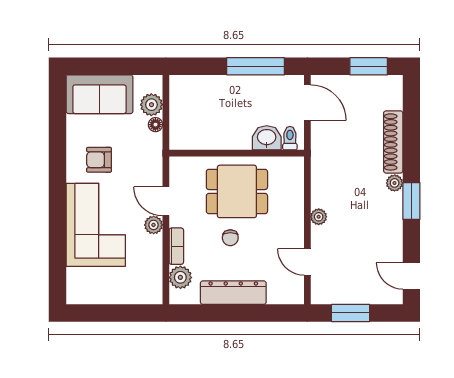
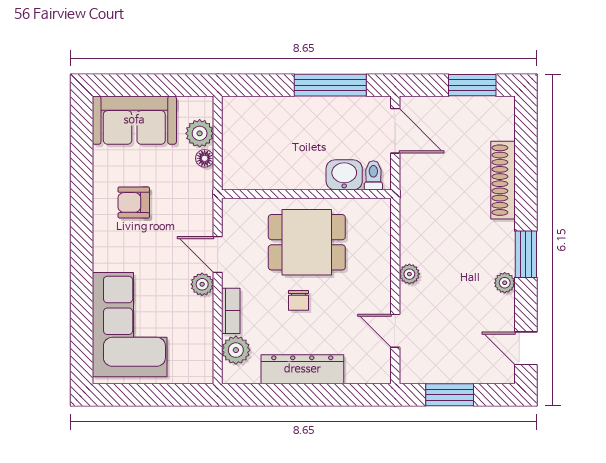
plant: (395, 183) -> (505, 283), moved
corner sofa: (96, 225) -> (130, 325), moved

